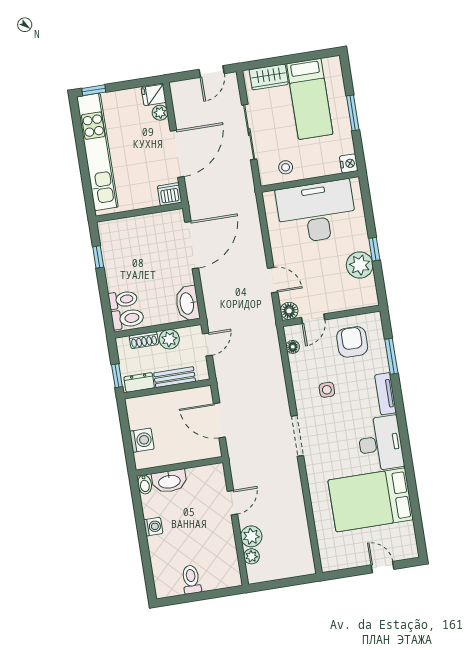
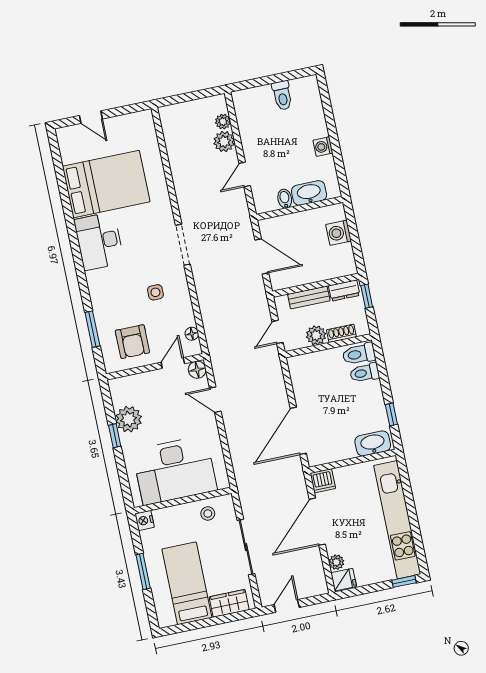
washbasin: (187, 303) -> (373, 443), moved, turned -90
tv unit: (386, 394) -> (96, 291), removed
bidet: (145, 484) -> (285, 199), moved

